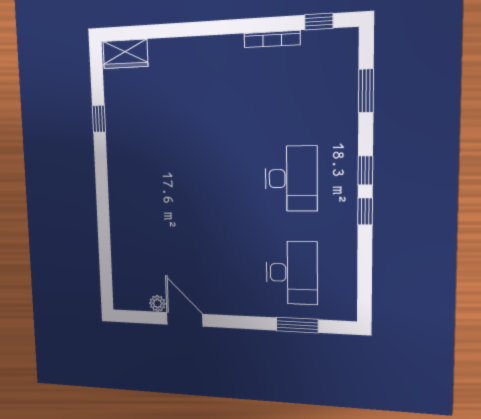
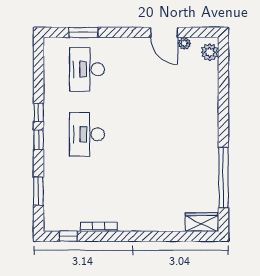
window: (99, 119) -> (223, 178), width x3.17
plant: (124, 290) -> (210, 52), added

